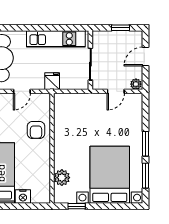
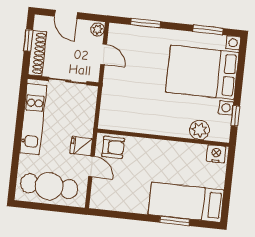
shoe rack: (111, 36) -> (37, 53), added
fridge: (52, 81) -> (81, 146), moved
armchair: (36, 130) -> (113, 147), moved
window: (145, 144) -> (146, 23), moved
nightstand: (23, 196) -> (216, 154), moved, turned -90

